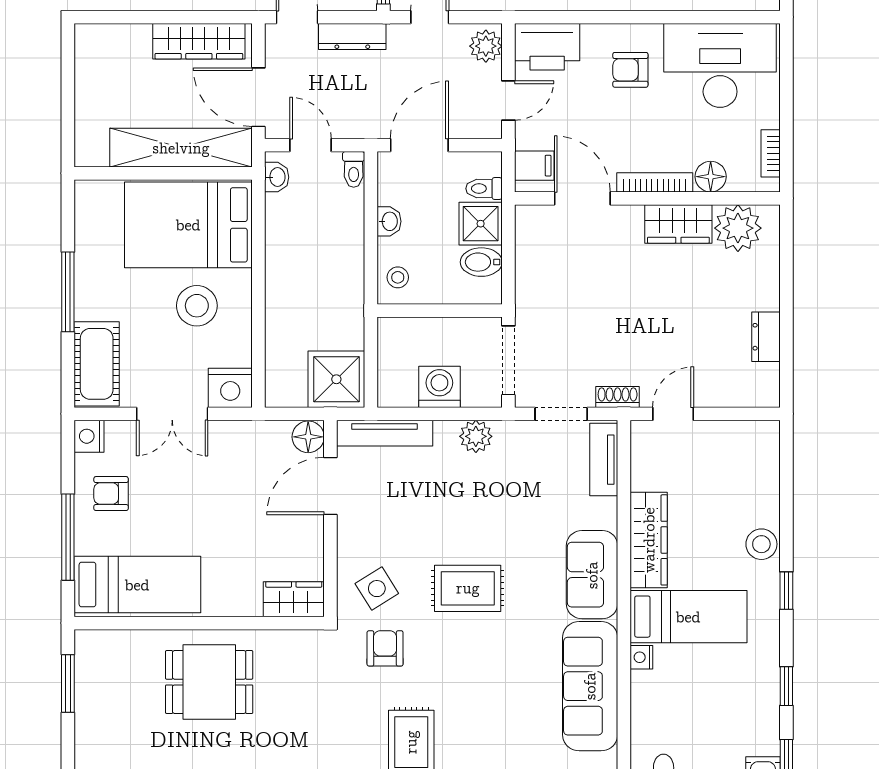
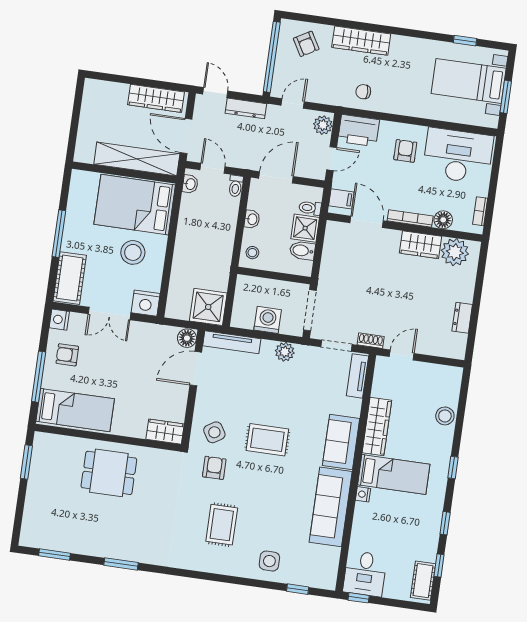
armchair: (630, 70) -> (405, 151), turned 90
stool: (761, 544) -> (445, 416), moved

